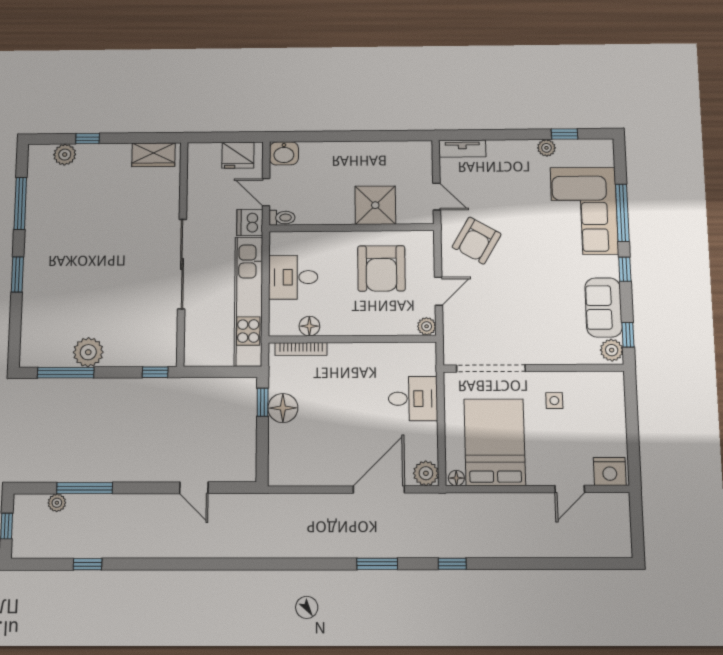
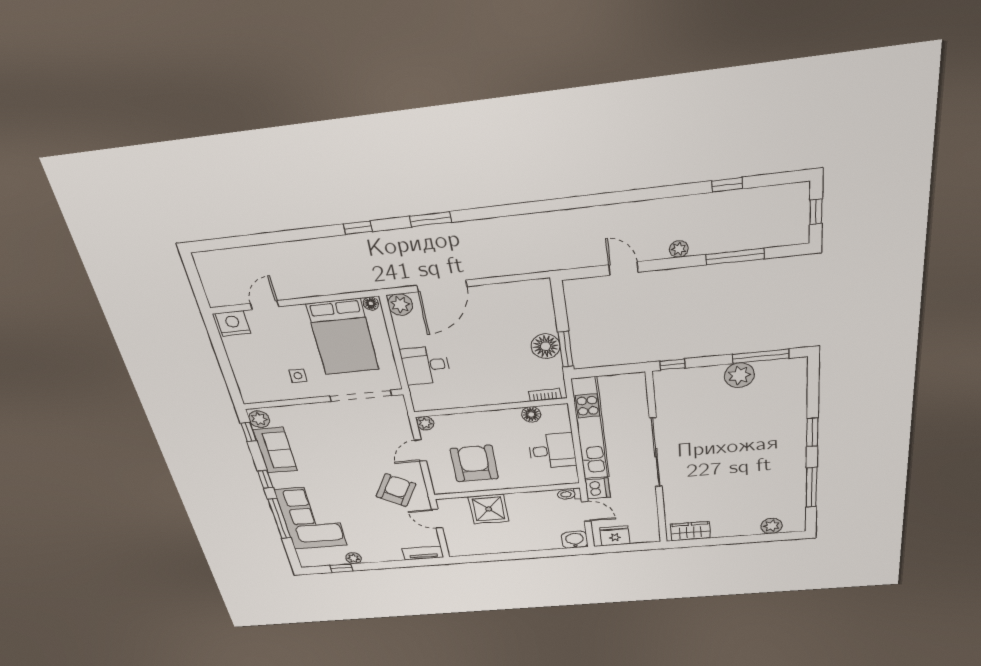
window: (88, 139) -> (751, 539), removed
bookcase: (301, 349) -> (545, 395), width x0.64
window: (263, 402) -> (566, 349), width x1.50
plant: (57, 503) -> (679, 249), moved

